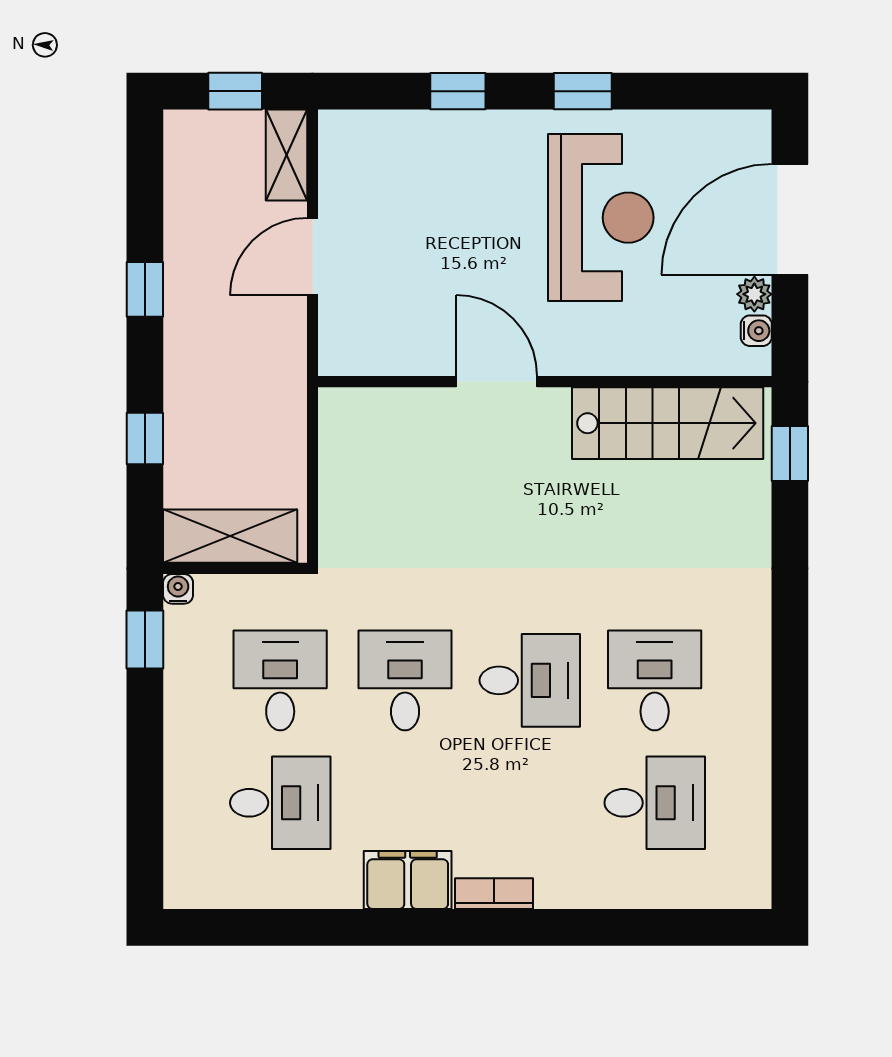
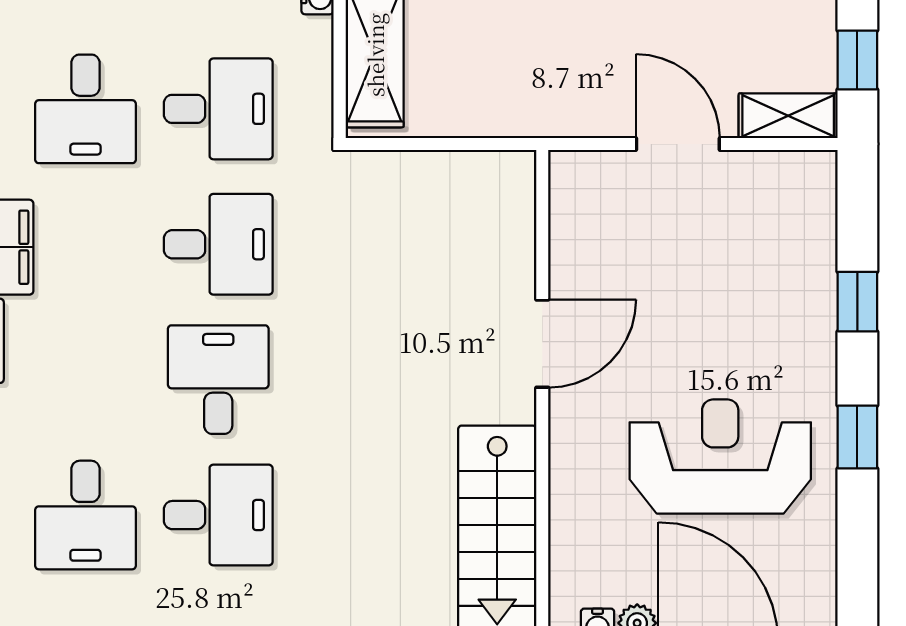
reception desk: (601, 218) -> (720, 457), turned 180
desk: (530, 680) -> (218, 380), turned 180

